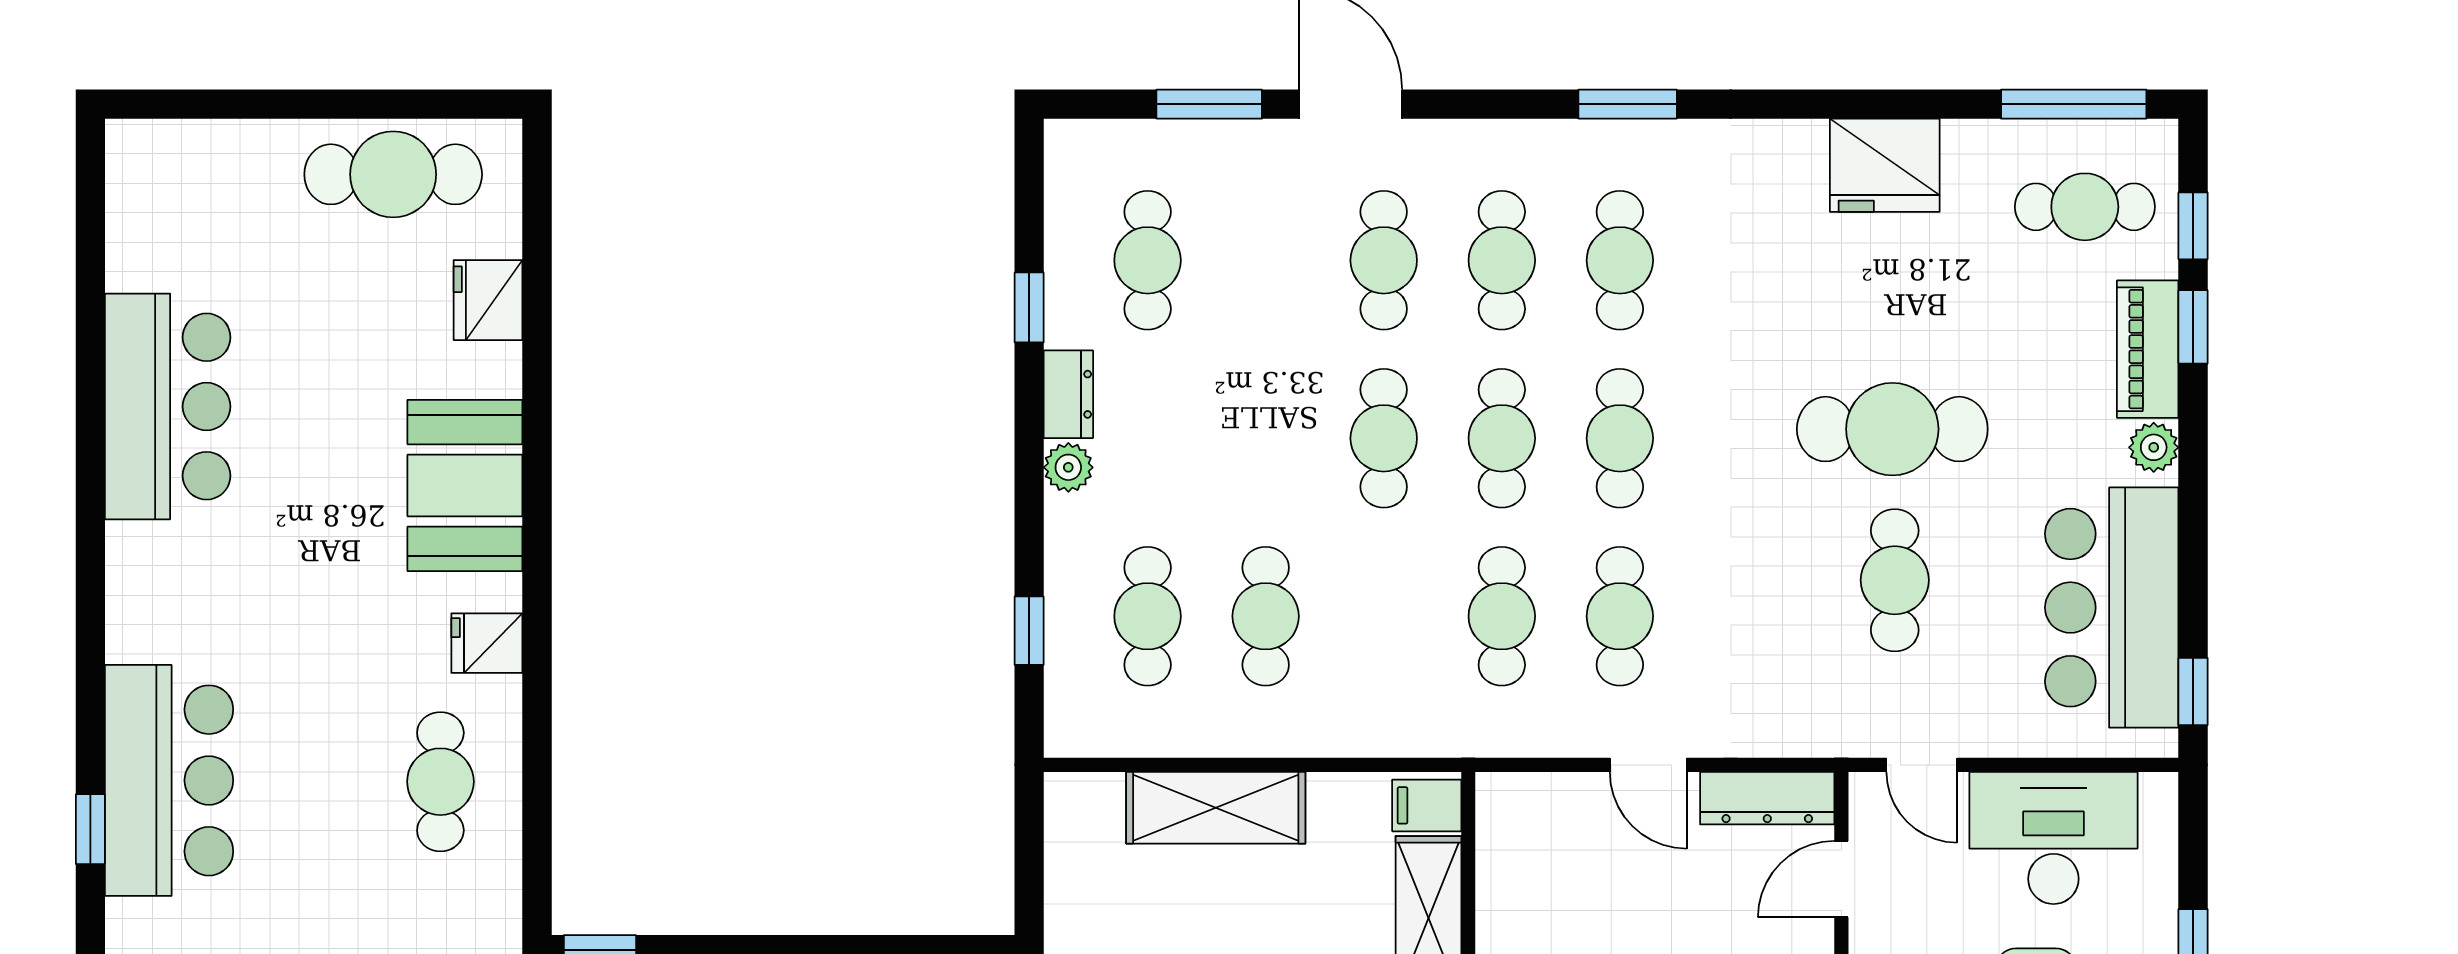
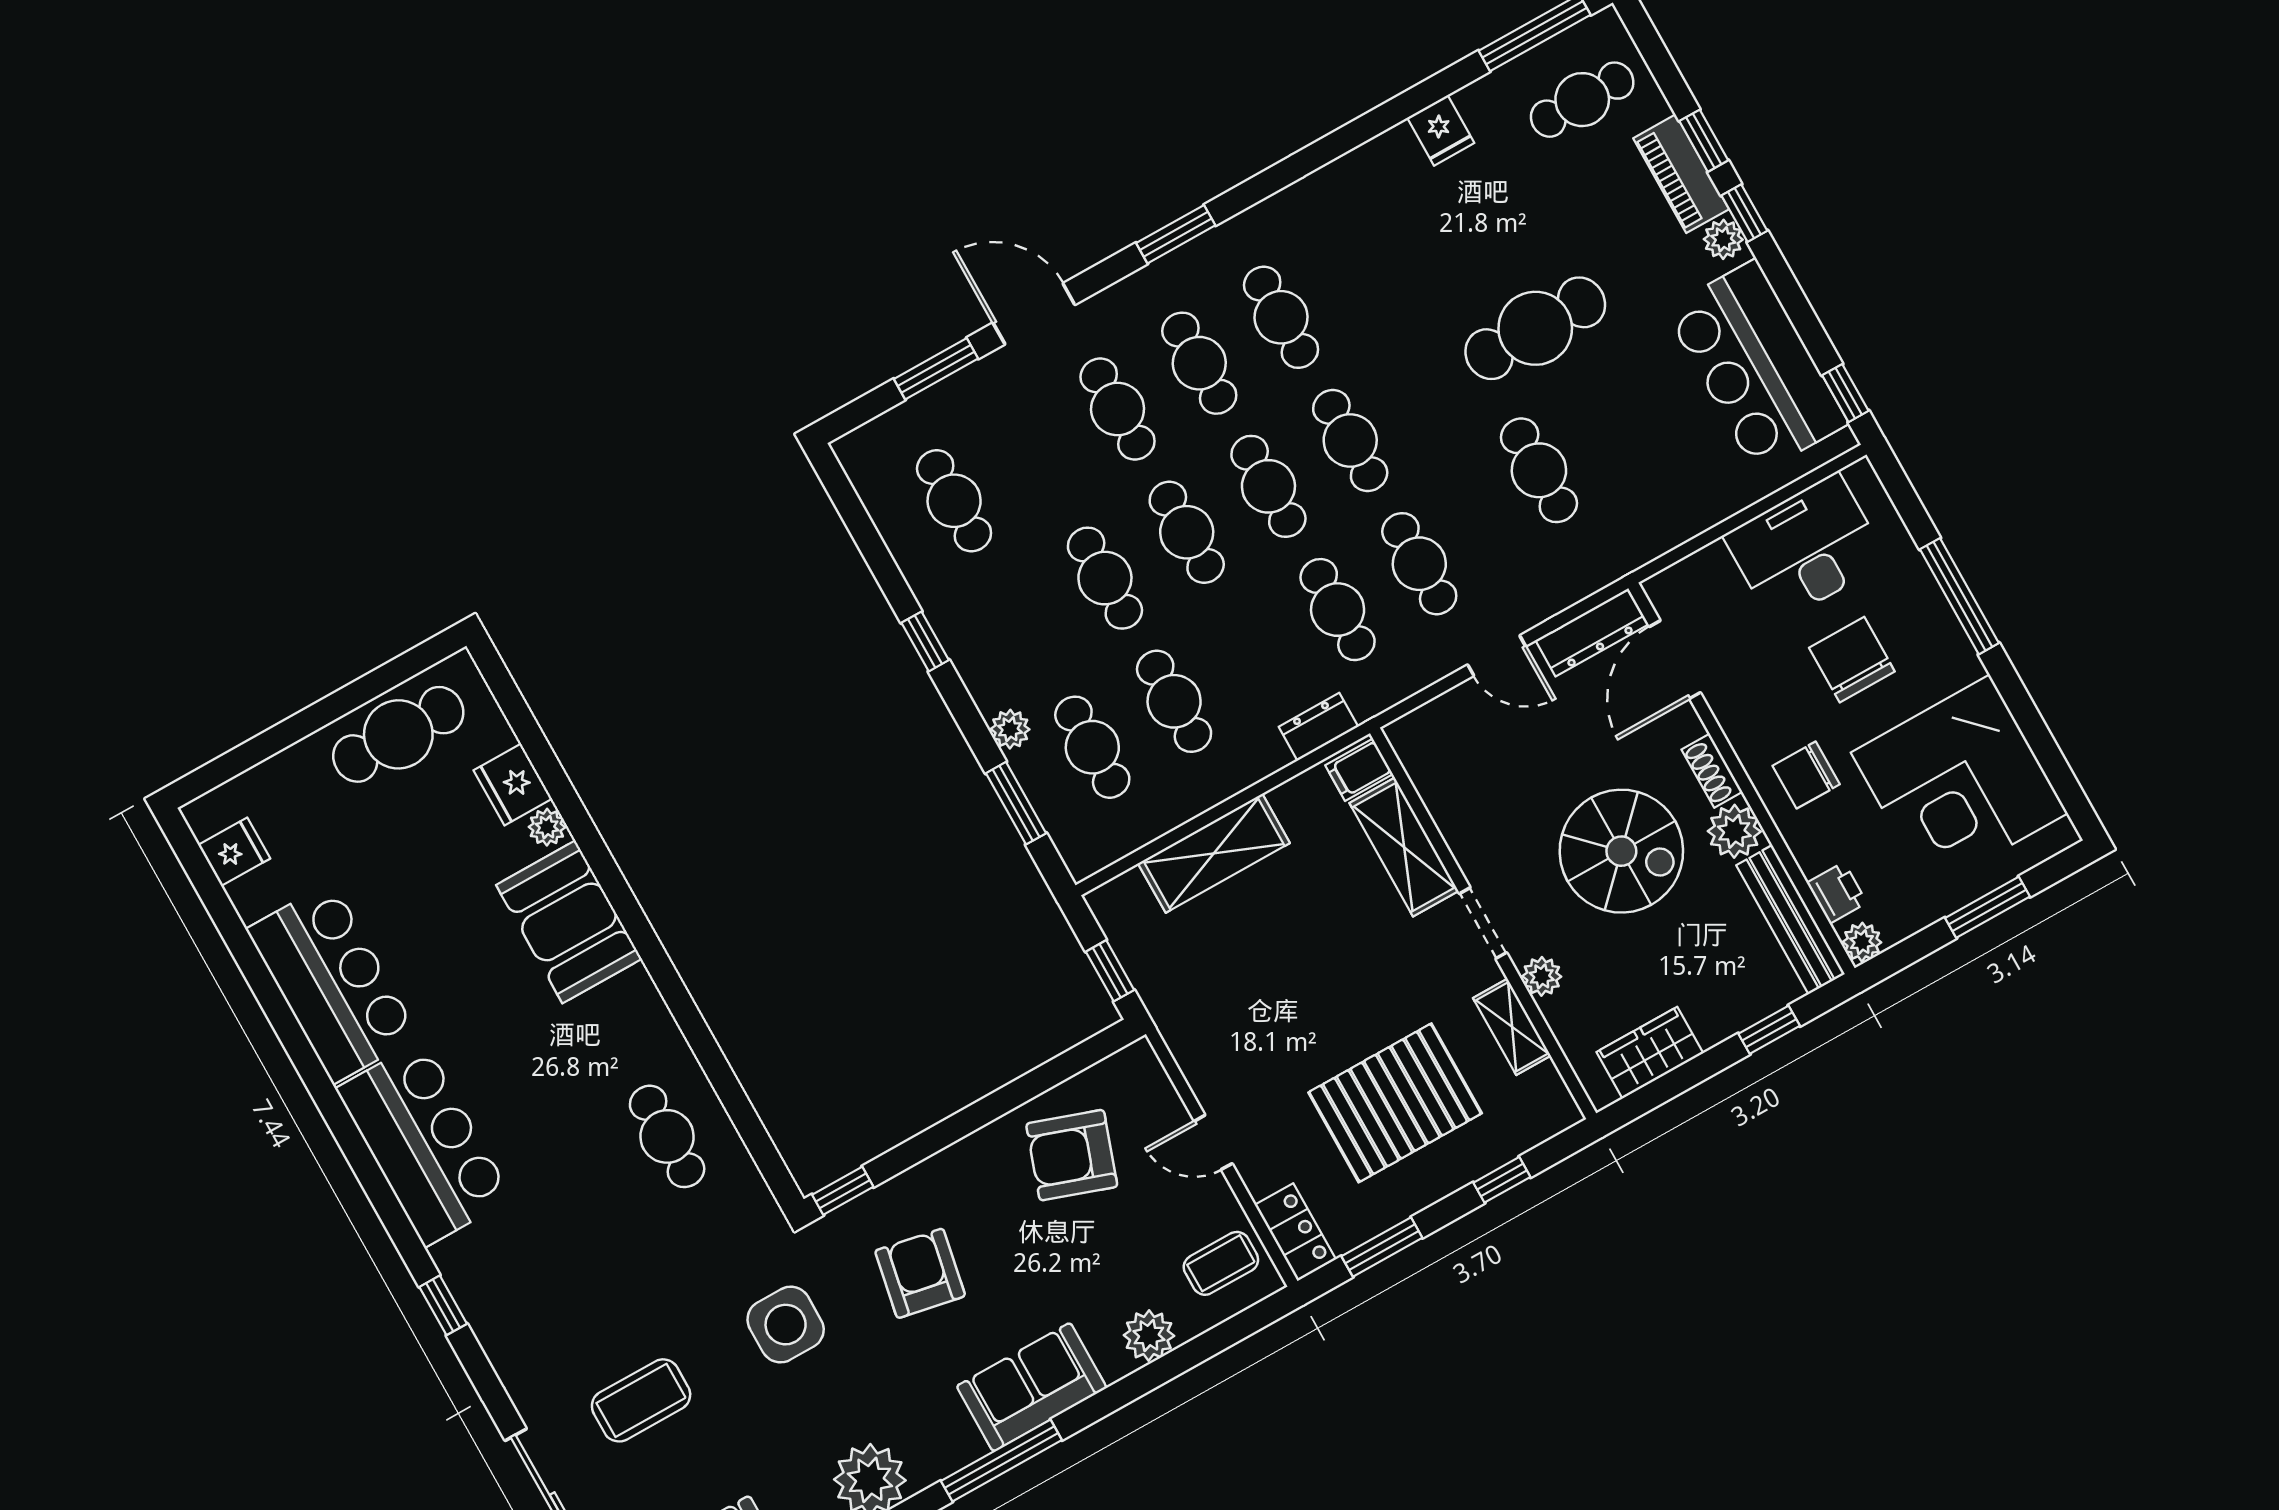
window: (1628, 104) -> (1176, 234), moved
fridge: (1885, 165) -> (1441, 130), width x0.53, depth x0.75
window: (2193, 226) -> (1744, 213), moved
window: (1029, 307) -> (925, 641), moved
plant: (499, 368) -> (547, 827), added
dresser: (1068, 394) -> (1318, 727), moved, turned -90
cafe table: (1266, 438) -> (1105, 578), added
plant: (1068, 467) -> (1010, 729), moved
cafe table: (1895, 580) -> (1539, 470), moved
window: (1029, 631) -> (1016, 803), width x1.50
fridge: (487, 643) -> (234, 852), moved, turned 180
door: (1922, 765) -> (1686, 549), removed
bar counter: (169, 780) -> (424, 1143), moved
window: (1029, 873) -> (1110, 971), added
door: (1841, 879) -> (1675, 660), width x1.37

